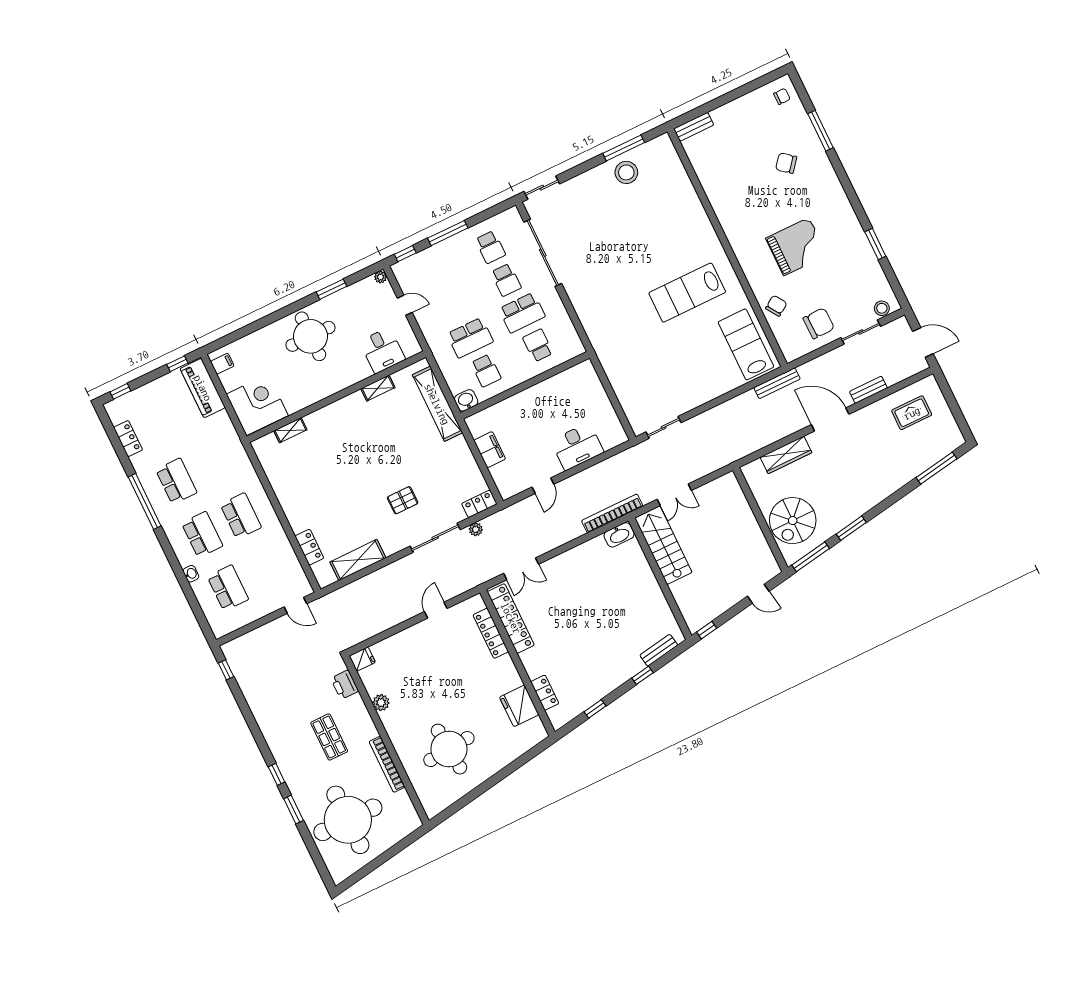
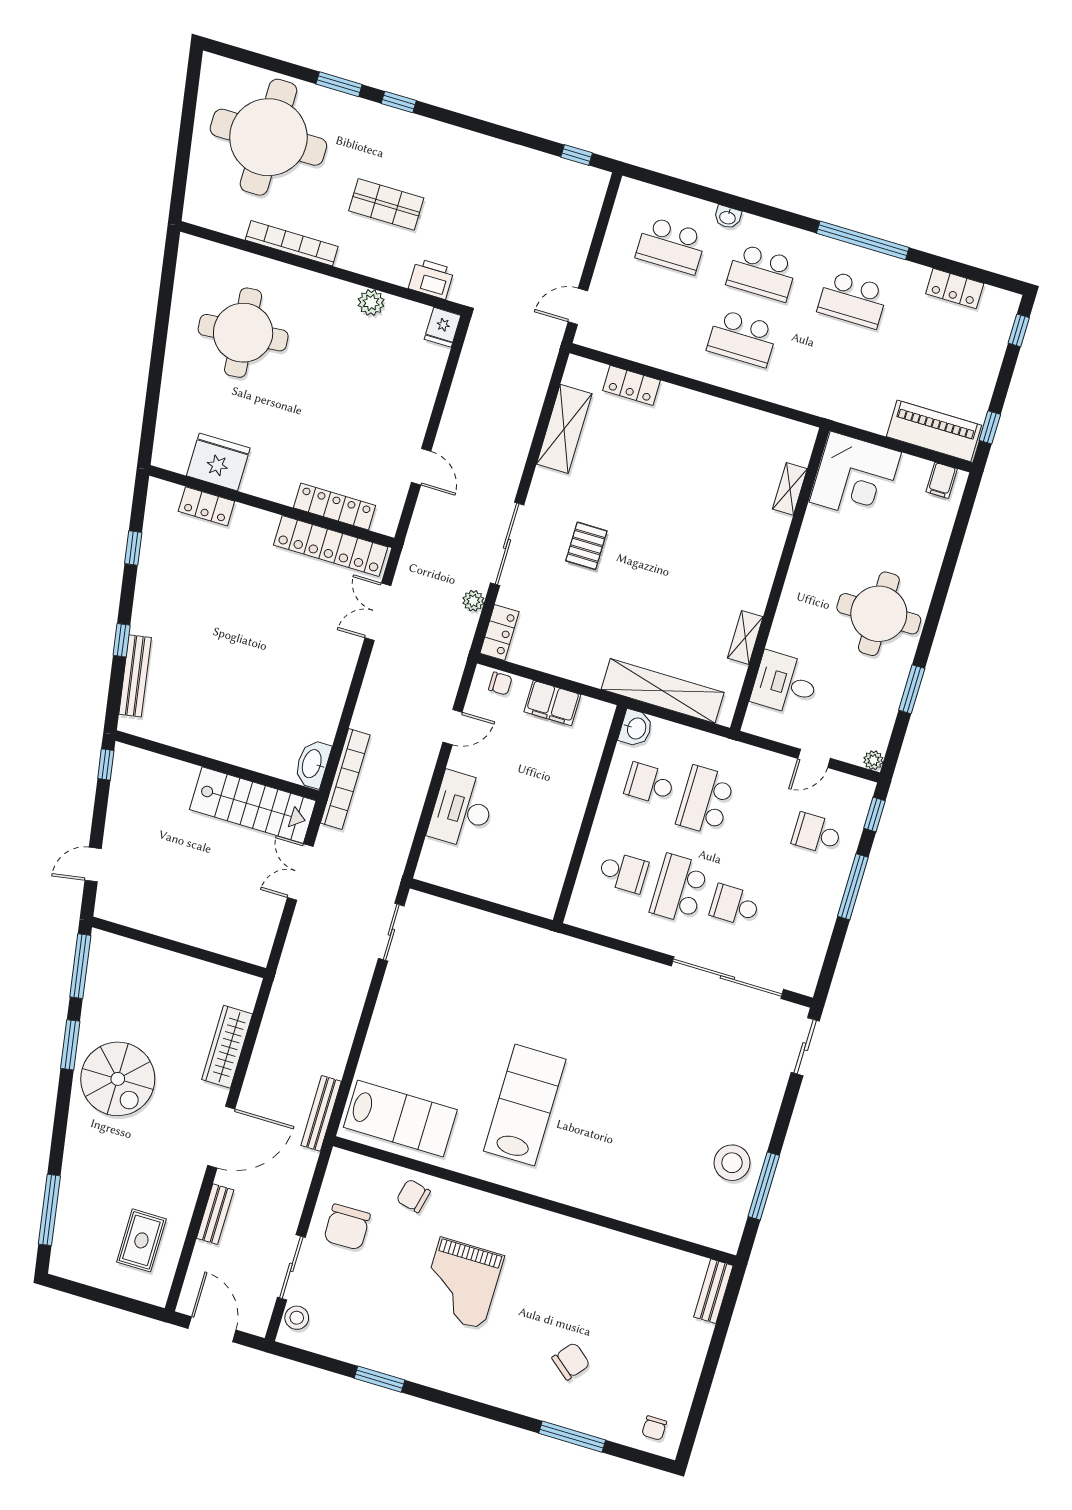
school desk: (490, 247) -> (817, 834), moved
chair: (776, 306) -> (413, 1196), turned 137
door: (923, 342) -> (212, 1329), swing flipped
chair: (503, 482) -> (500, 683), added
door: (543, 486) -> (452, 727), swing flipped
spiral stairs: (793, 521) -> (118, 1079), moved, turned 180
bench: (659, 650) -> (135, 676), width x1.36

